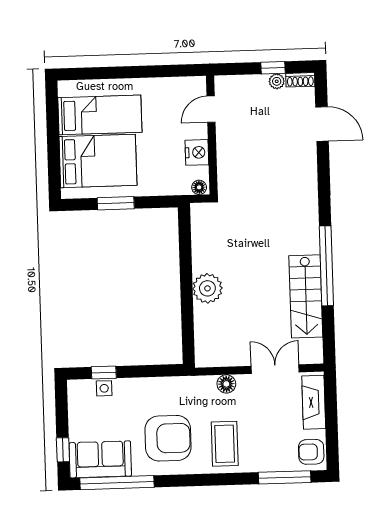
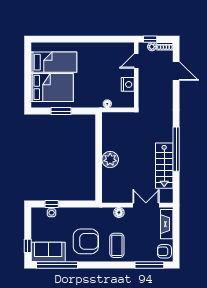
door: (211, 109) -> (136, 61), moved
wall: (212, 135) -> (136, 75), moved
nightstand: (197, 152) -> (128, 84), moved

